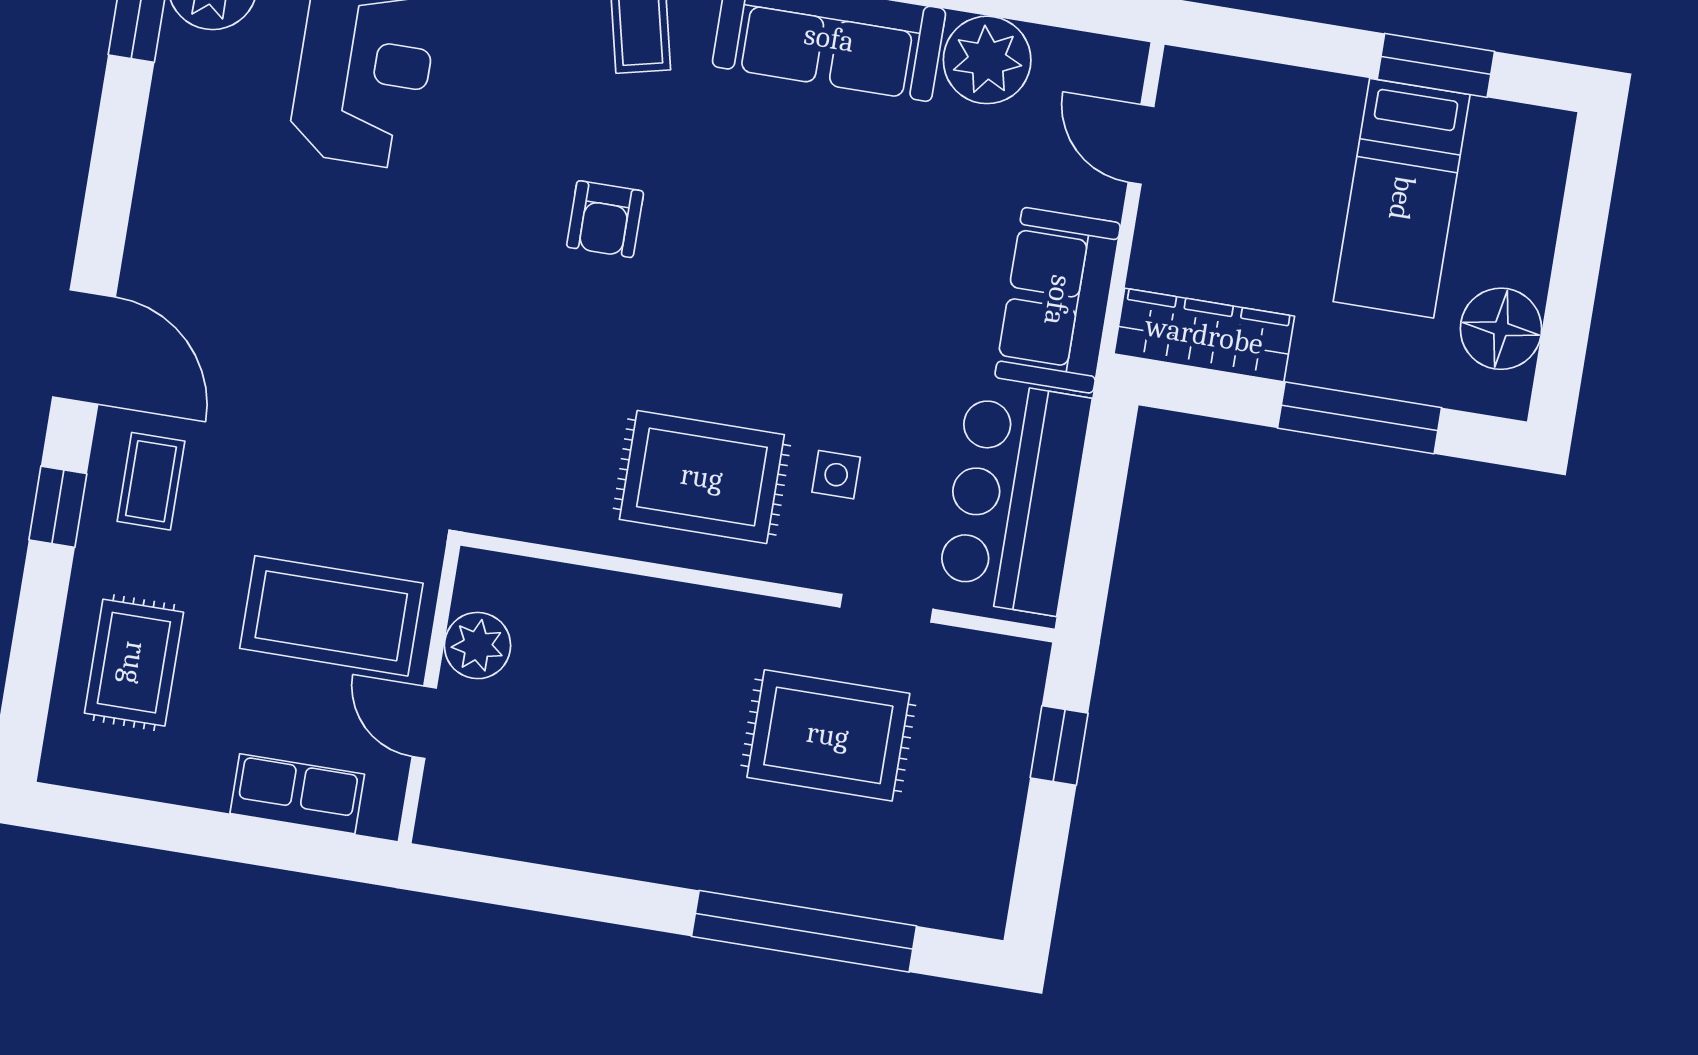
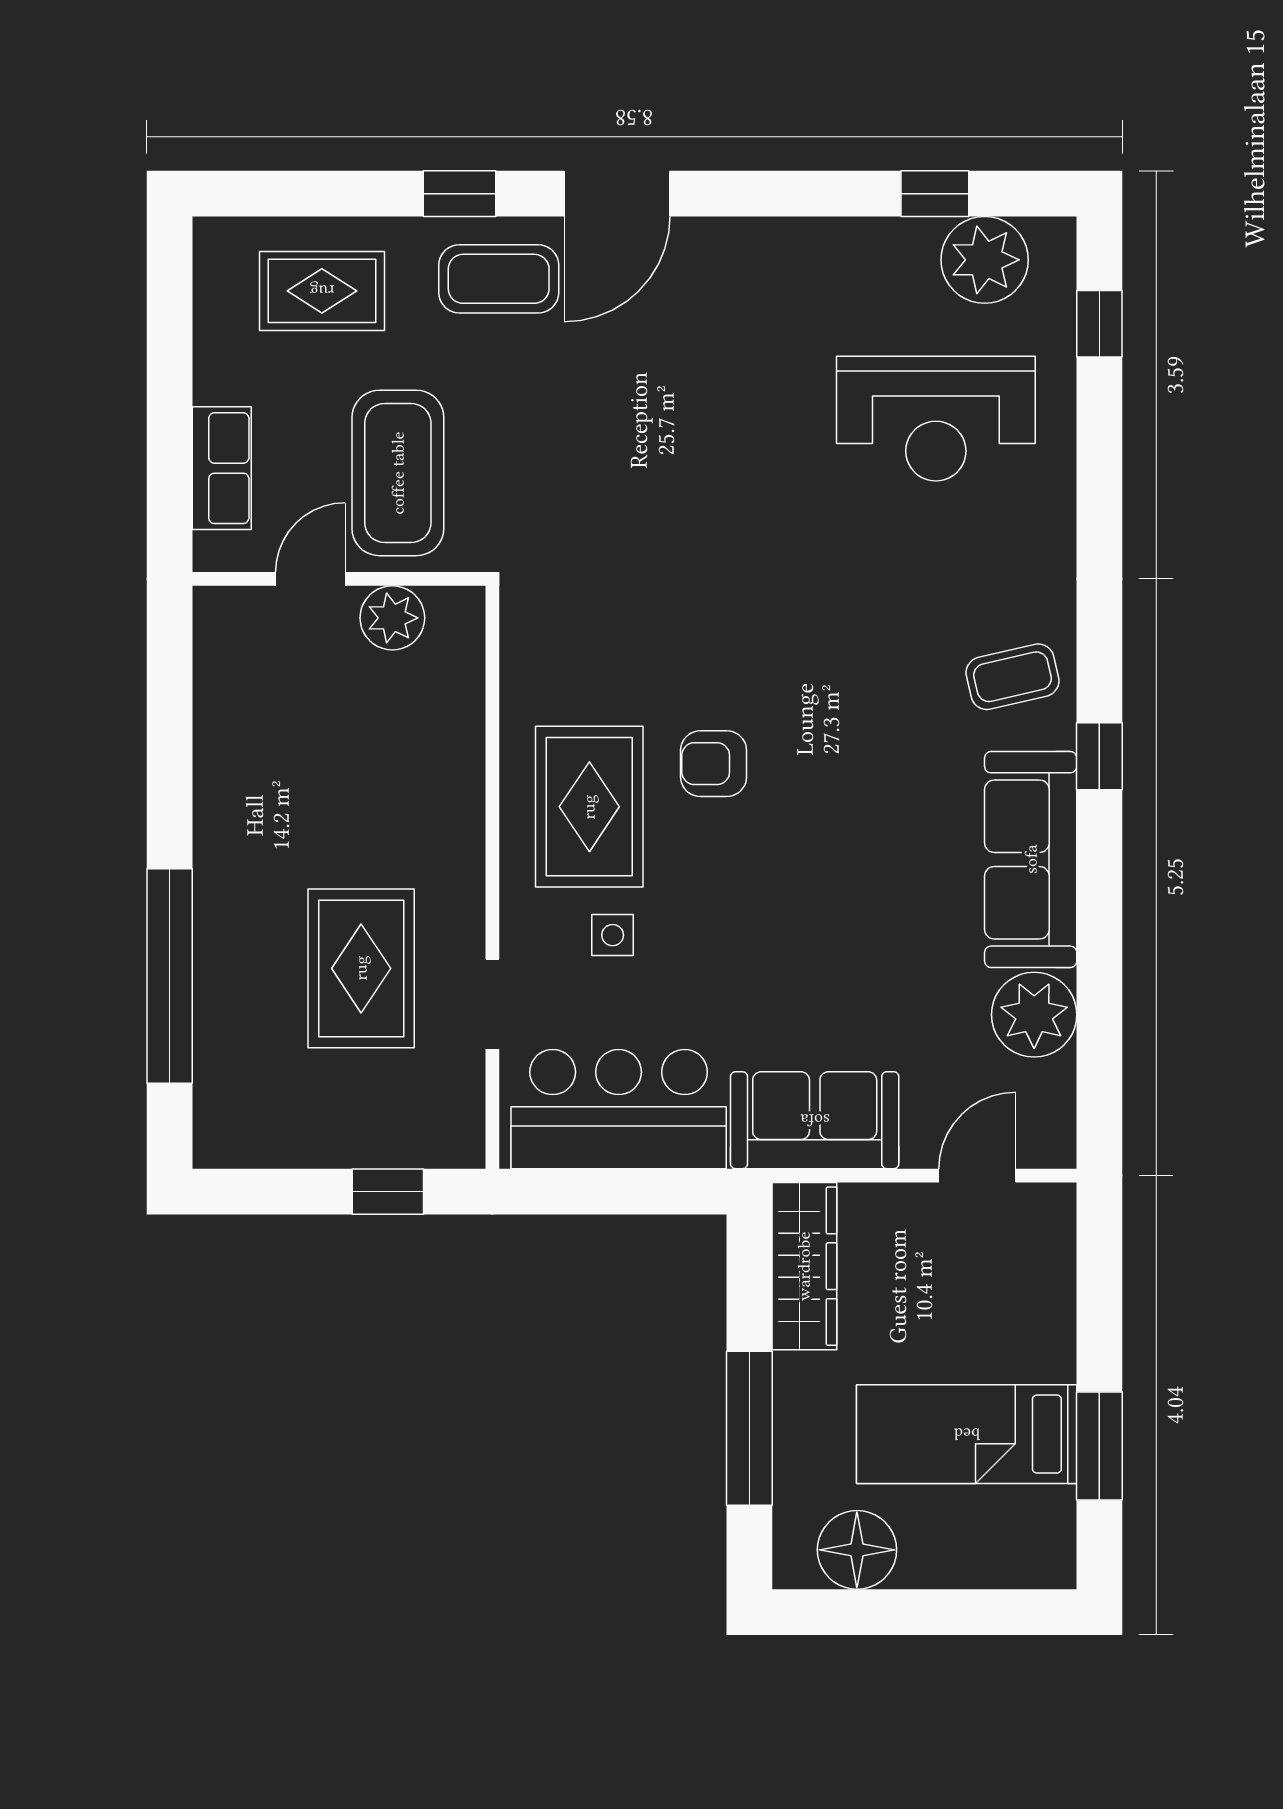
armchair: (605, 219) -> (714, 764), moved
coffee table: (151, 481) -> (499, 279), width x1.36, depth x1.30

